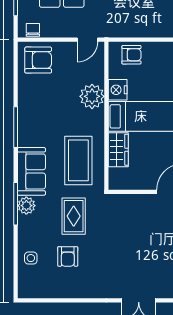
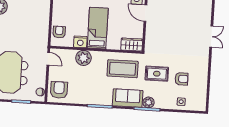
wardrobe: (118, 150) -> (132, 45), moved

